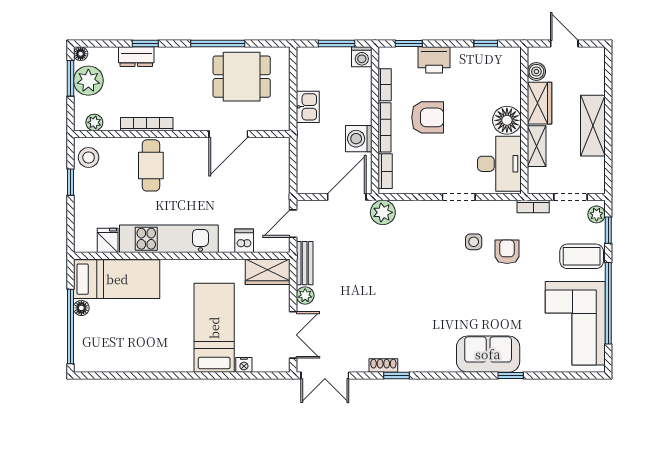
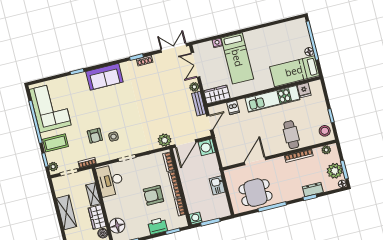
floor lamp: (507, 120) -> (117, 226), moved
washing machine: (359, 139) -> (207, 147), moved, turned 180
sofa: (488, 354) -> (104, 77), moved

